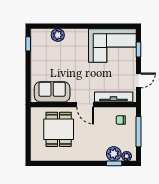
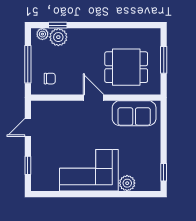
corner sofa: (112, 45) -> (89, 170), moved
tv unit: (114, 97) -> (59, 107), removed
dining table: (59, 129) -> (126, 67), turned 90
window: (28, 135) -> (164, 60), added

